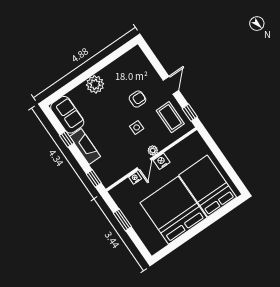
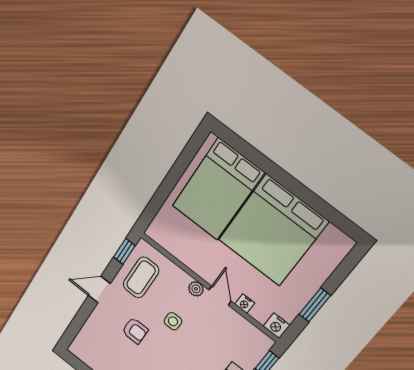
armchair: (138, 99) -> (135, 331), turned 180
nightstand: (162, 161) -> (277, 326), moved
door: (144, 164) -> (220, 296), hinge flipped

